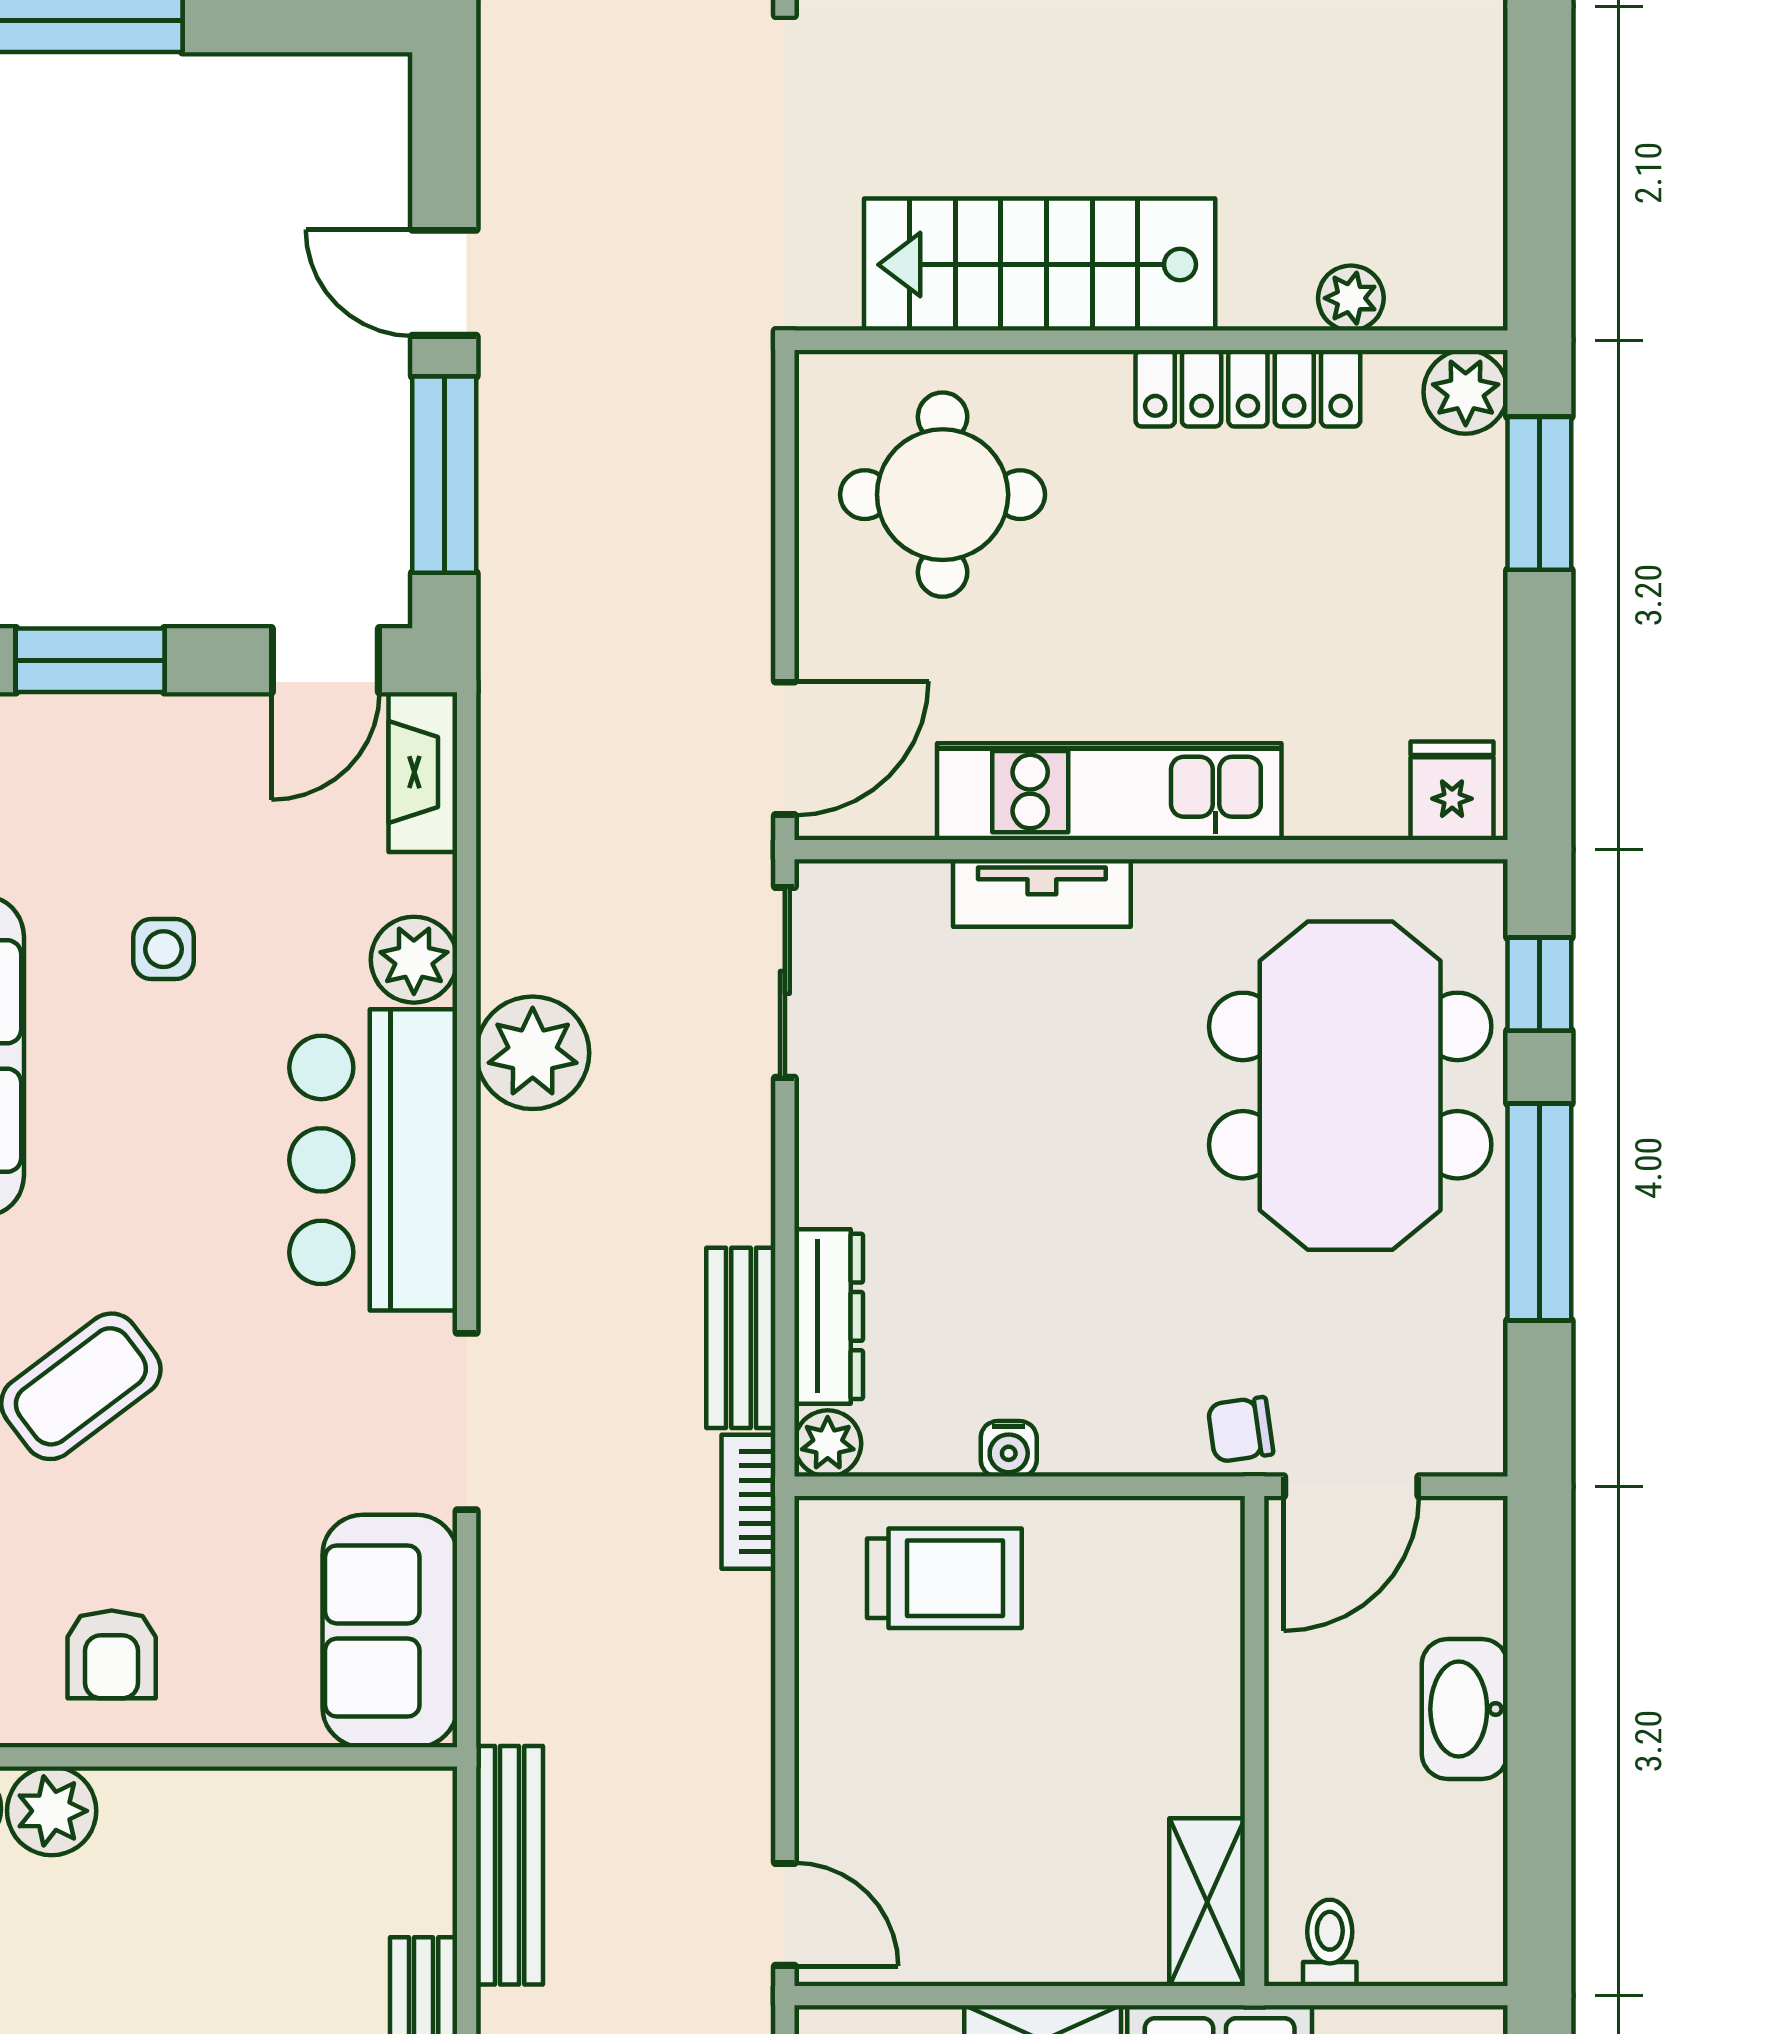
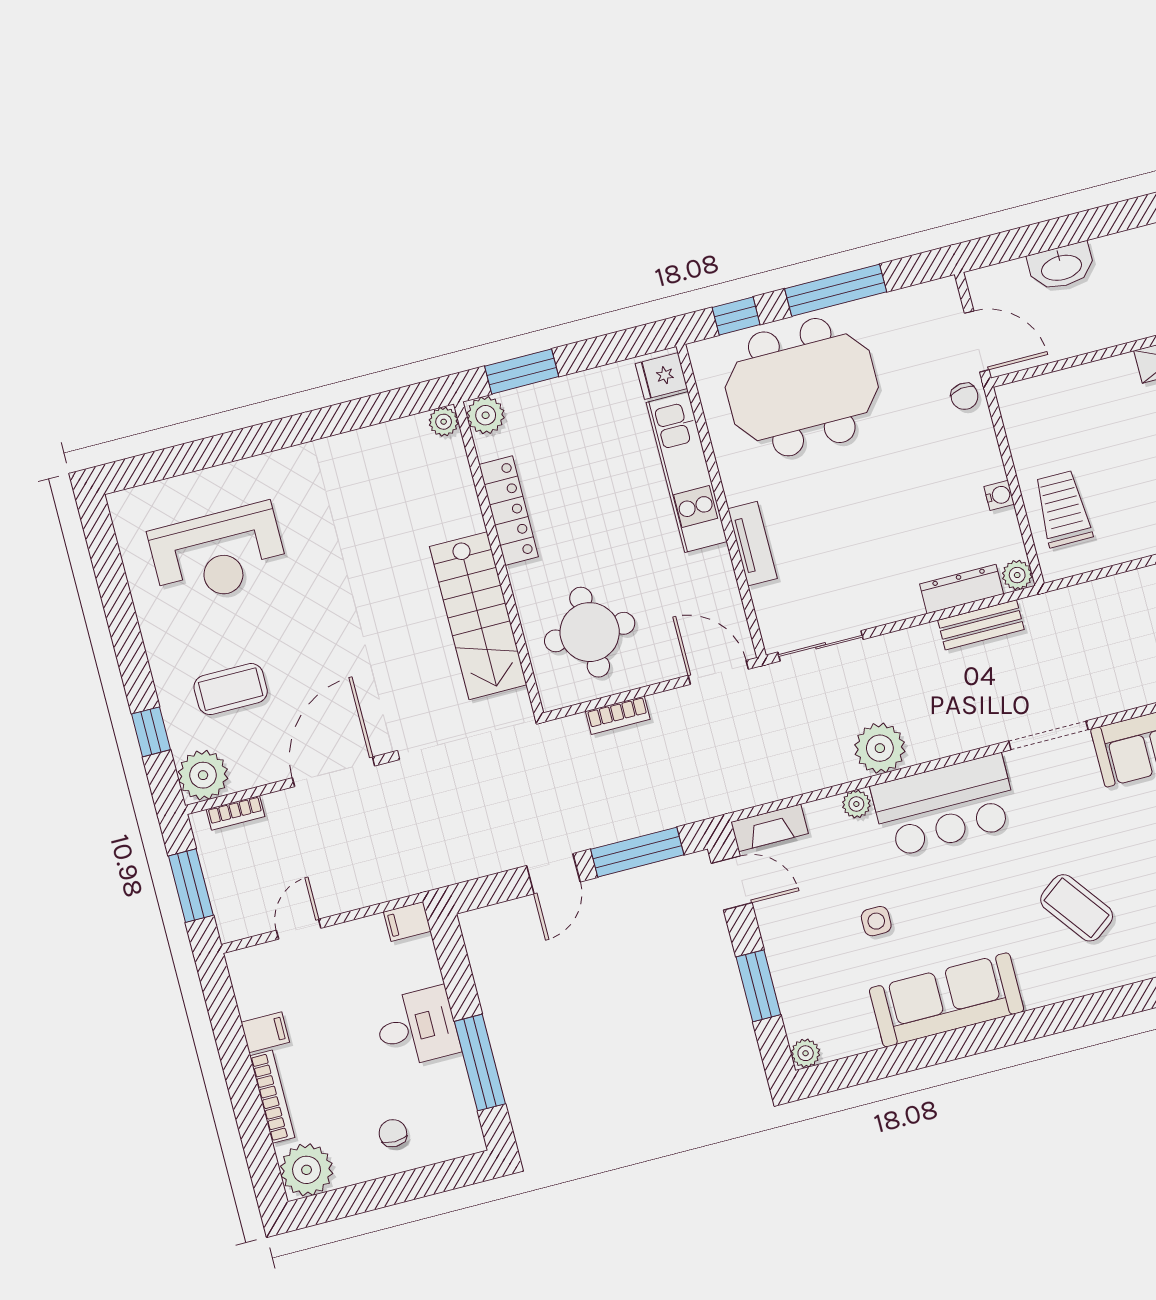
plant: (1351, 298) -> (444, 422), moved
kitchen unit: (1109, 792) -> (687, 472), moved
plant: (414, 960) -> (856, 804), width x0.73, depth x0.73
bookcase: (748, 1502) -> (618, 715), moved

